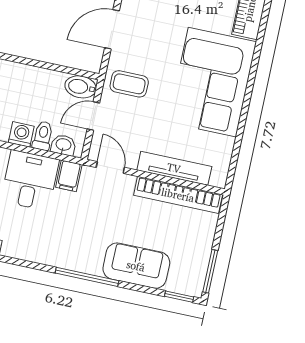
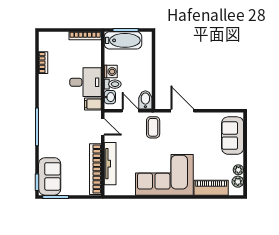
door: (110, 167) -> (103, 127), hinge flipped
sofa: (136, 266) -> (50, 176), moved

